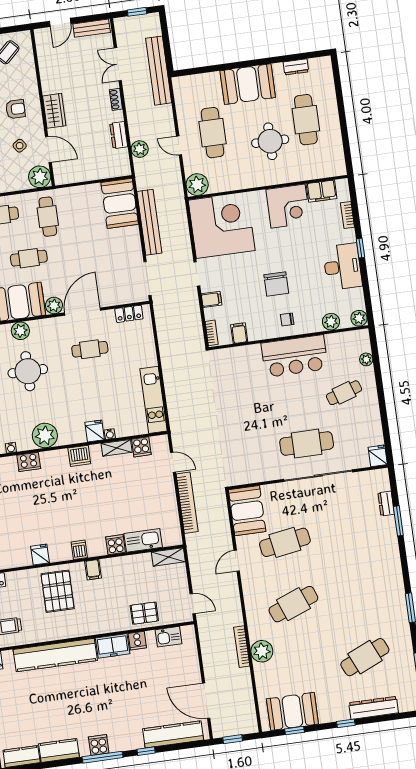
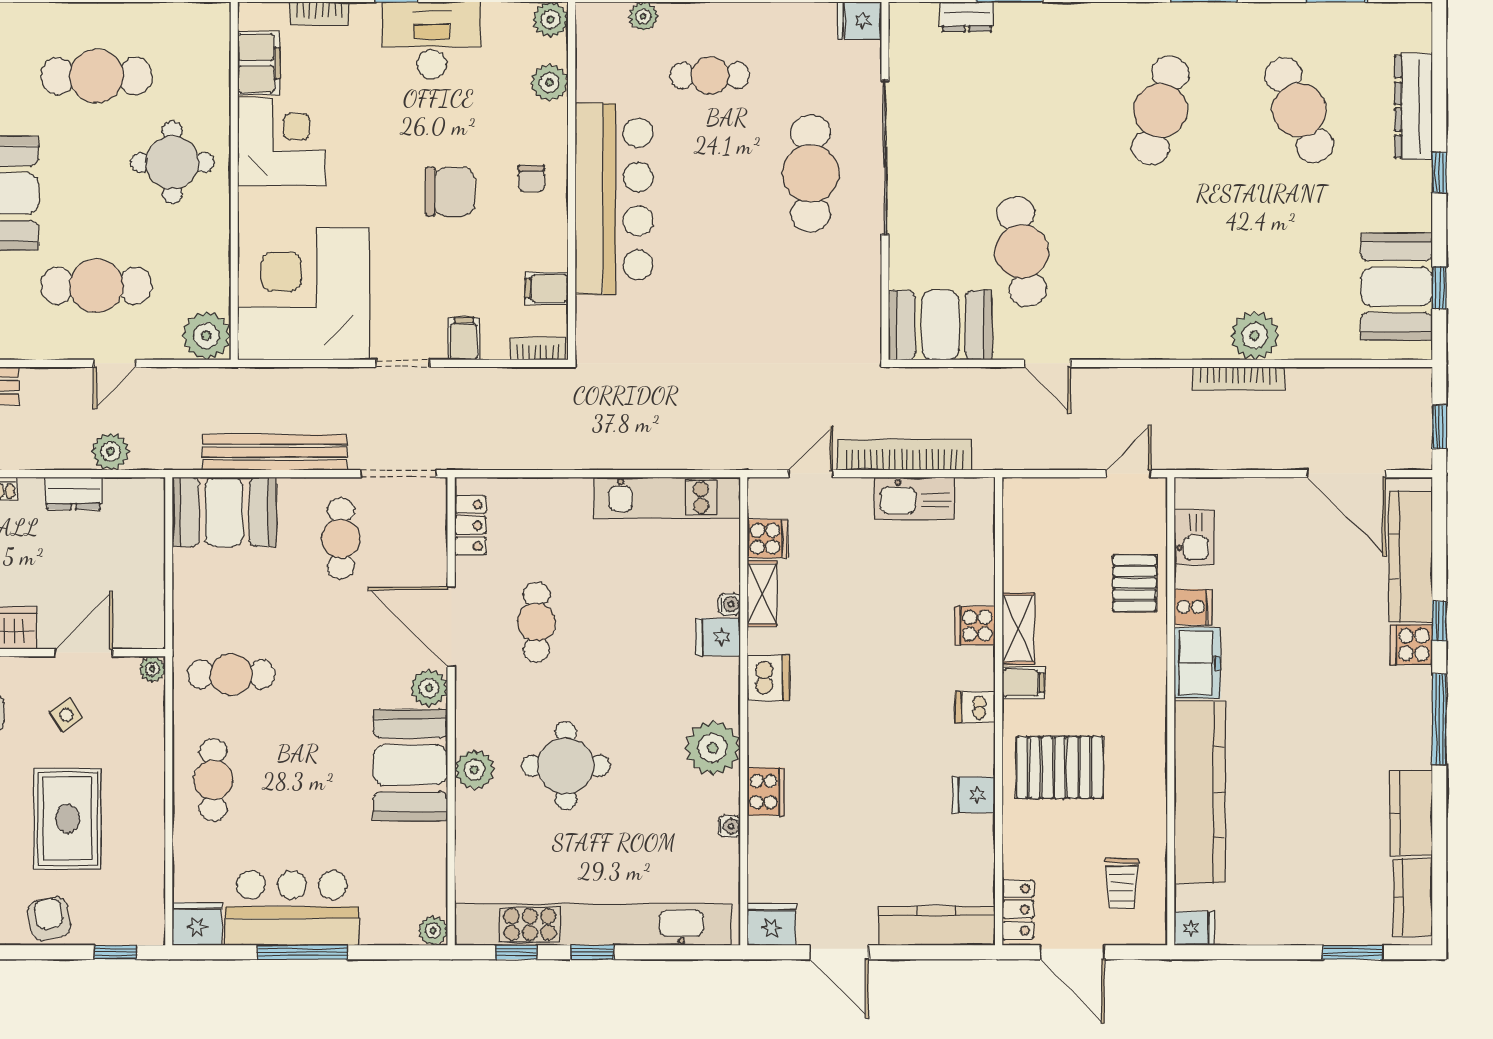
round table: (270, 141) -> (172, 162), moved
plant: (40, 177) -> (152, 669), width x0.53, depth x0.53
cafe table: (29, 258) -> (341, 539), moved
bar counter: (294, 356) -> (614, 199), width x1.36
cafe table: (344, 393) -> (710, 75), turned -72
kitchen sink: (143, 540) -> (914, 498), moved, turned -90
shelving: (168, 557) -> (1018, 628), moved
cafe table: (293, 604) -> (1160, 110), moved, turned 36
door: (206, 701) -> (1346, 474), hinge flipped
cooker: (99, 745) -> (1411, 645), moved

